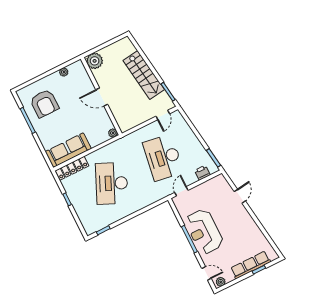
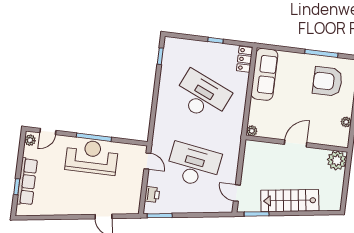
locker: (72, 168) -> (245, 59), width x0.66

